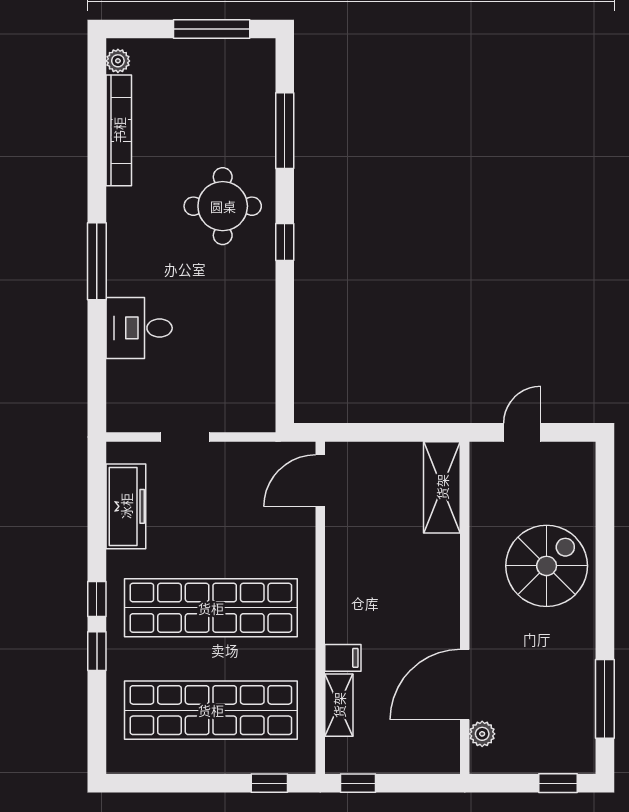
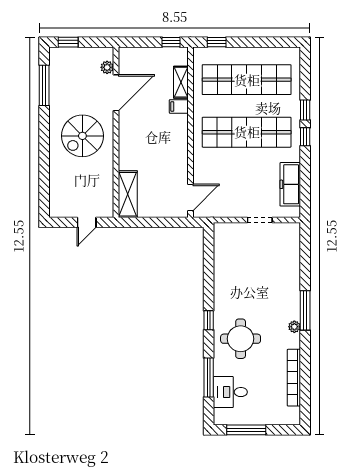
plant: (118, 61) -> (294, 327), moved
desk: (139, 328) -> (230, 392), moved, turned 180
spiral stairs: (547, 566) -> (82, 136), moved

